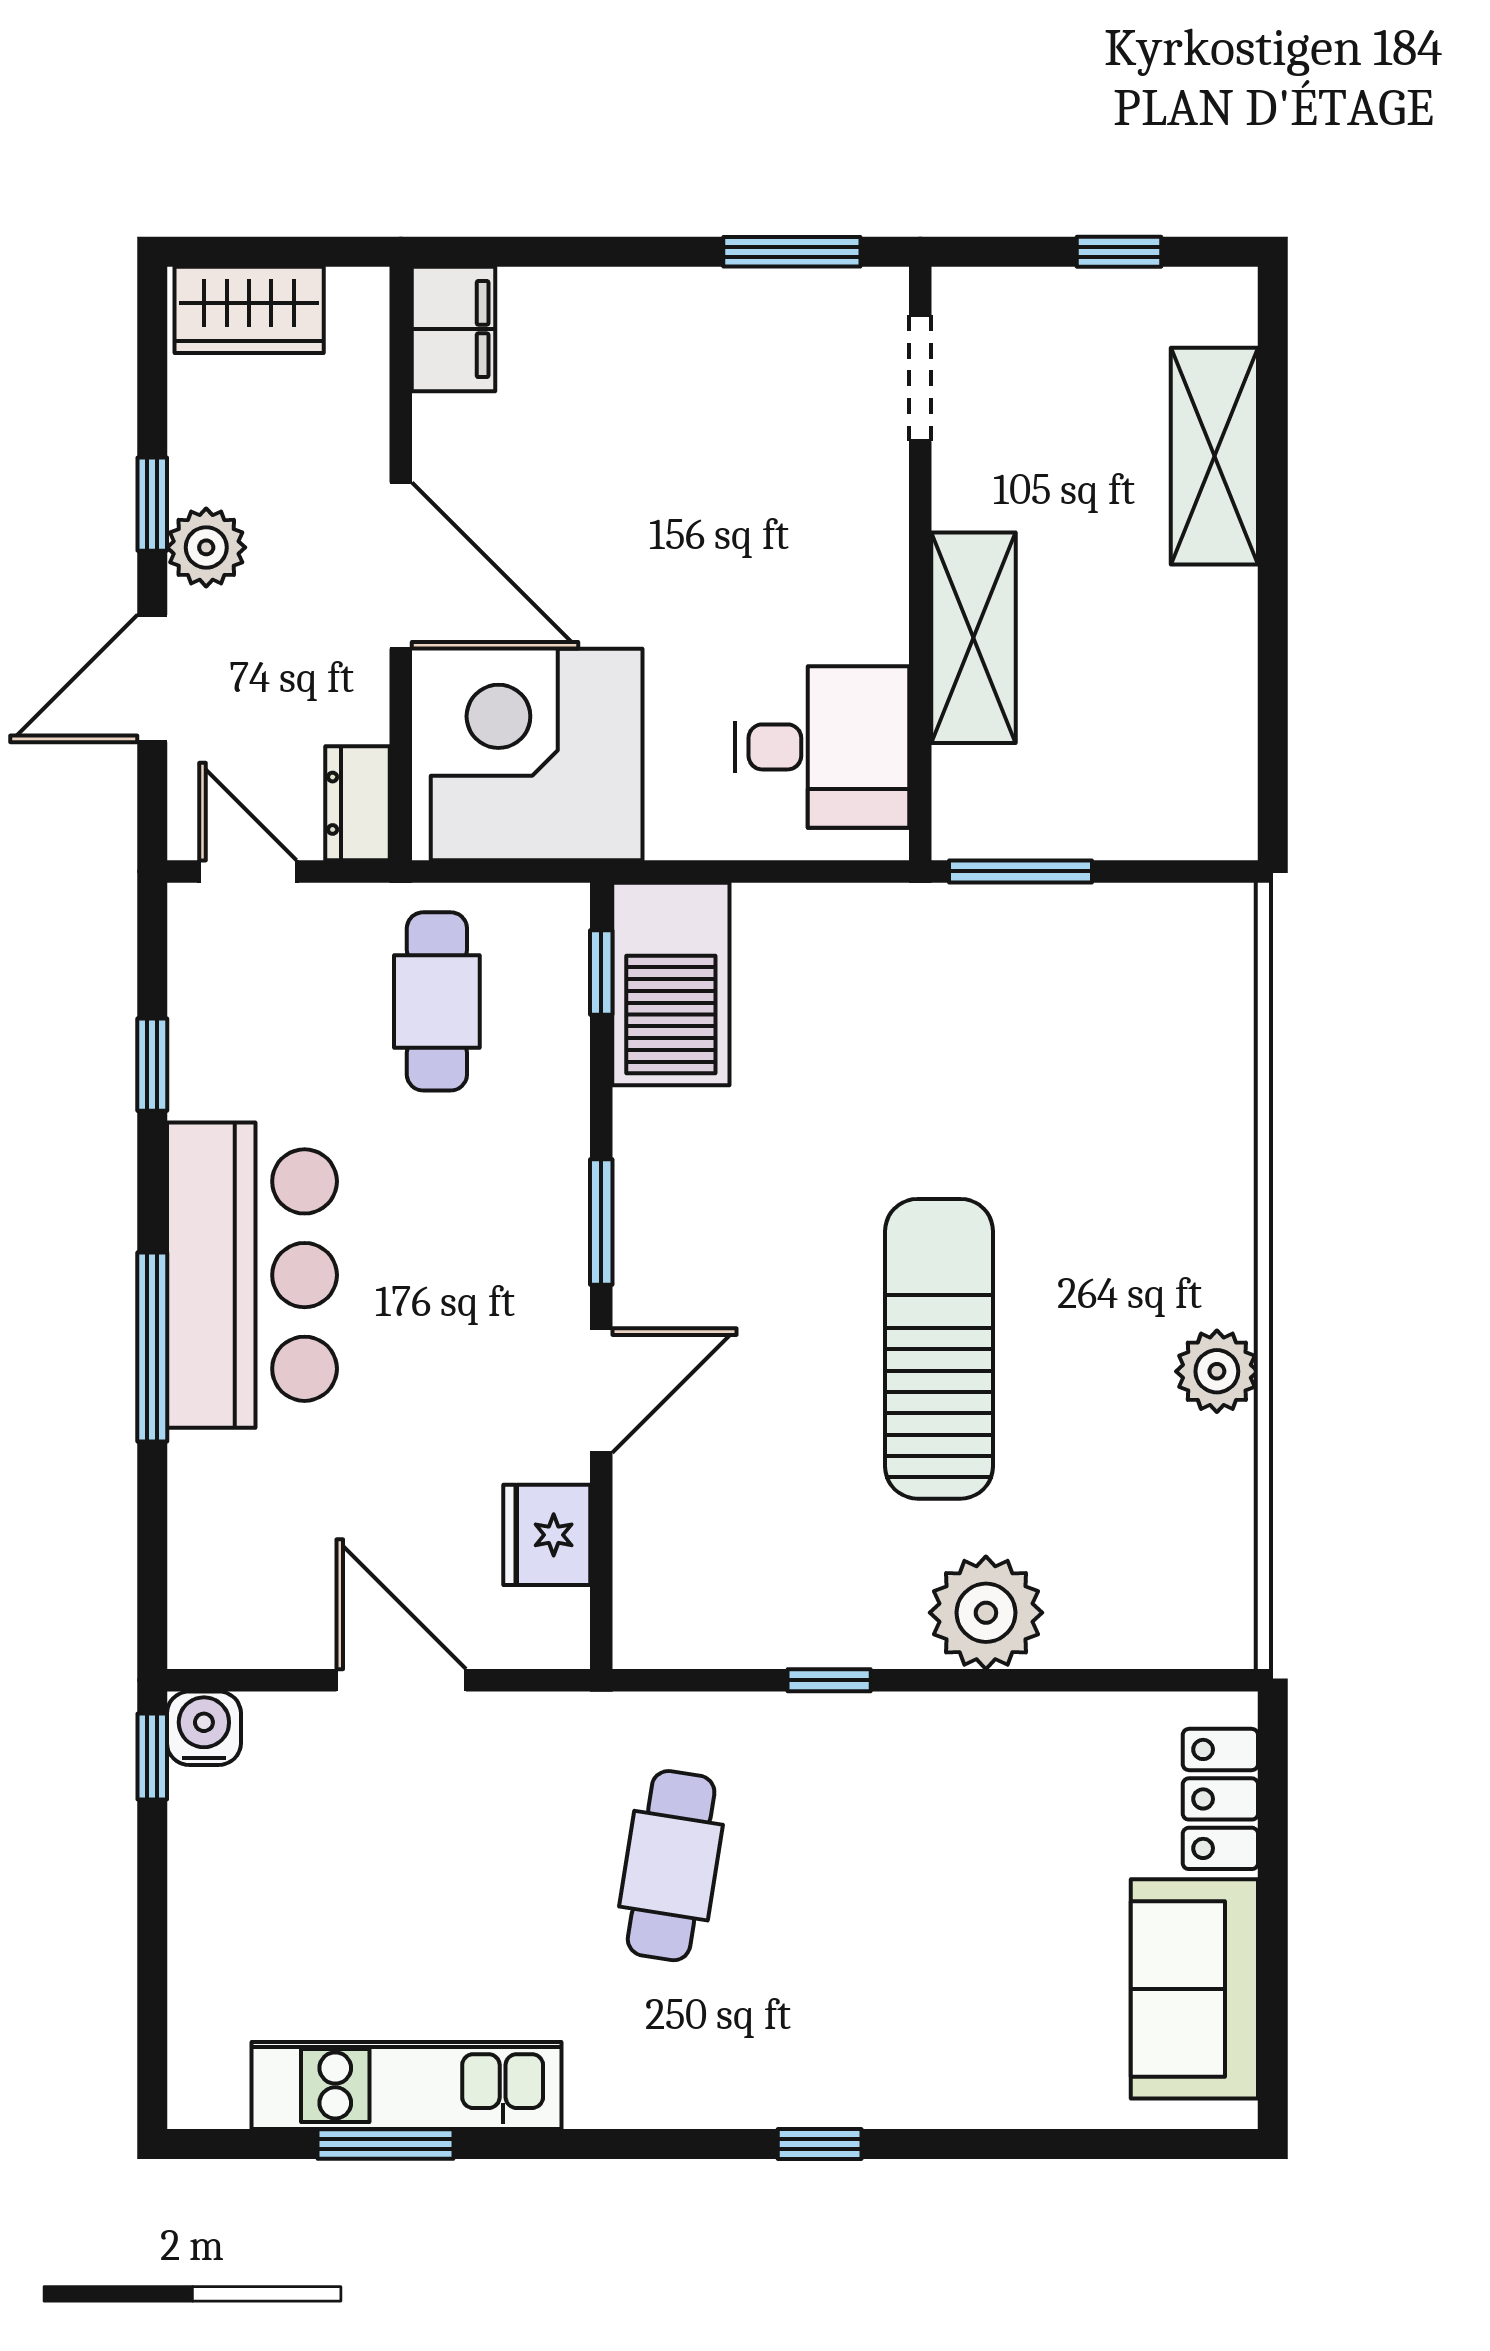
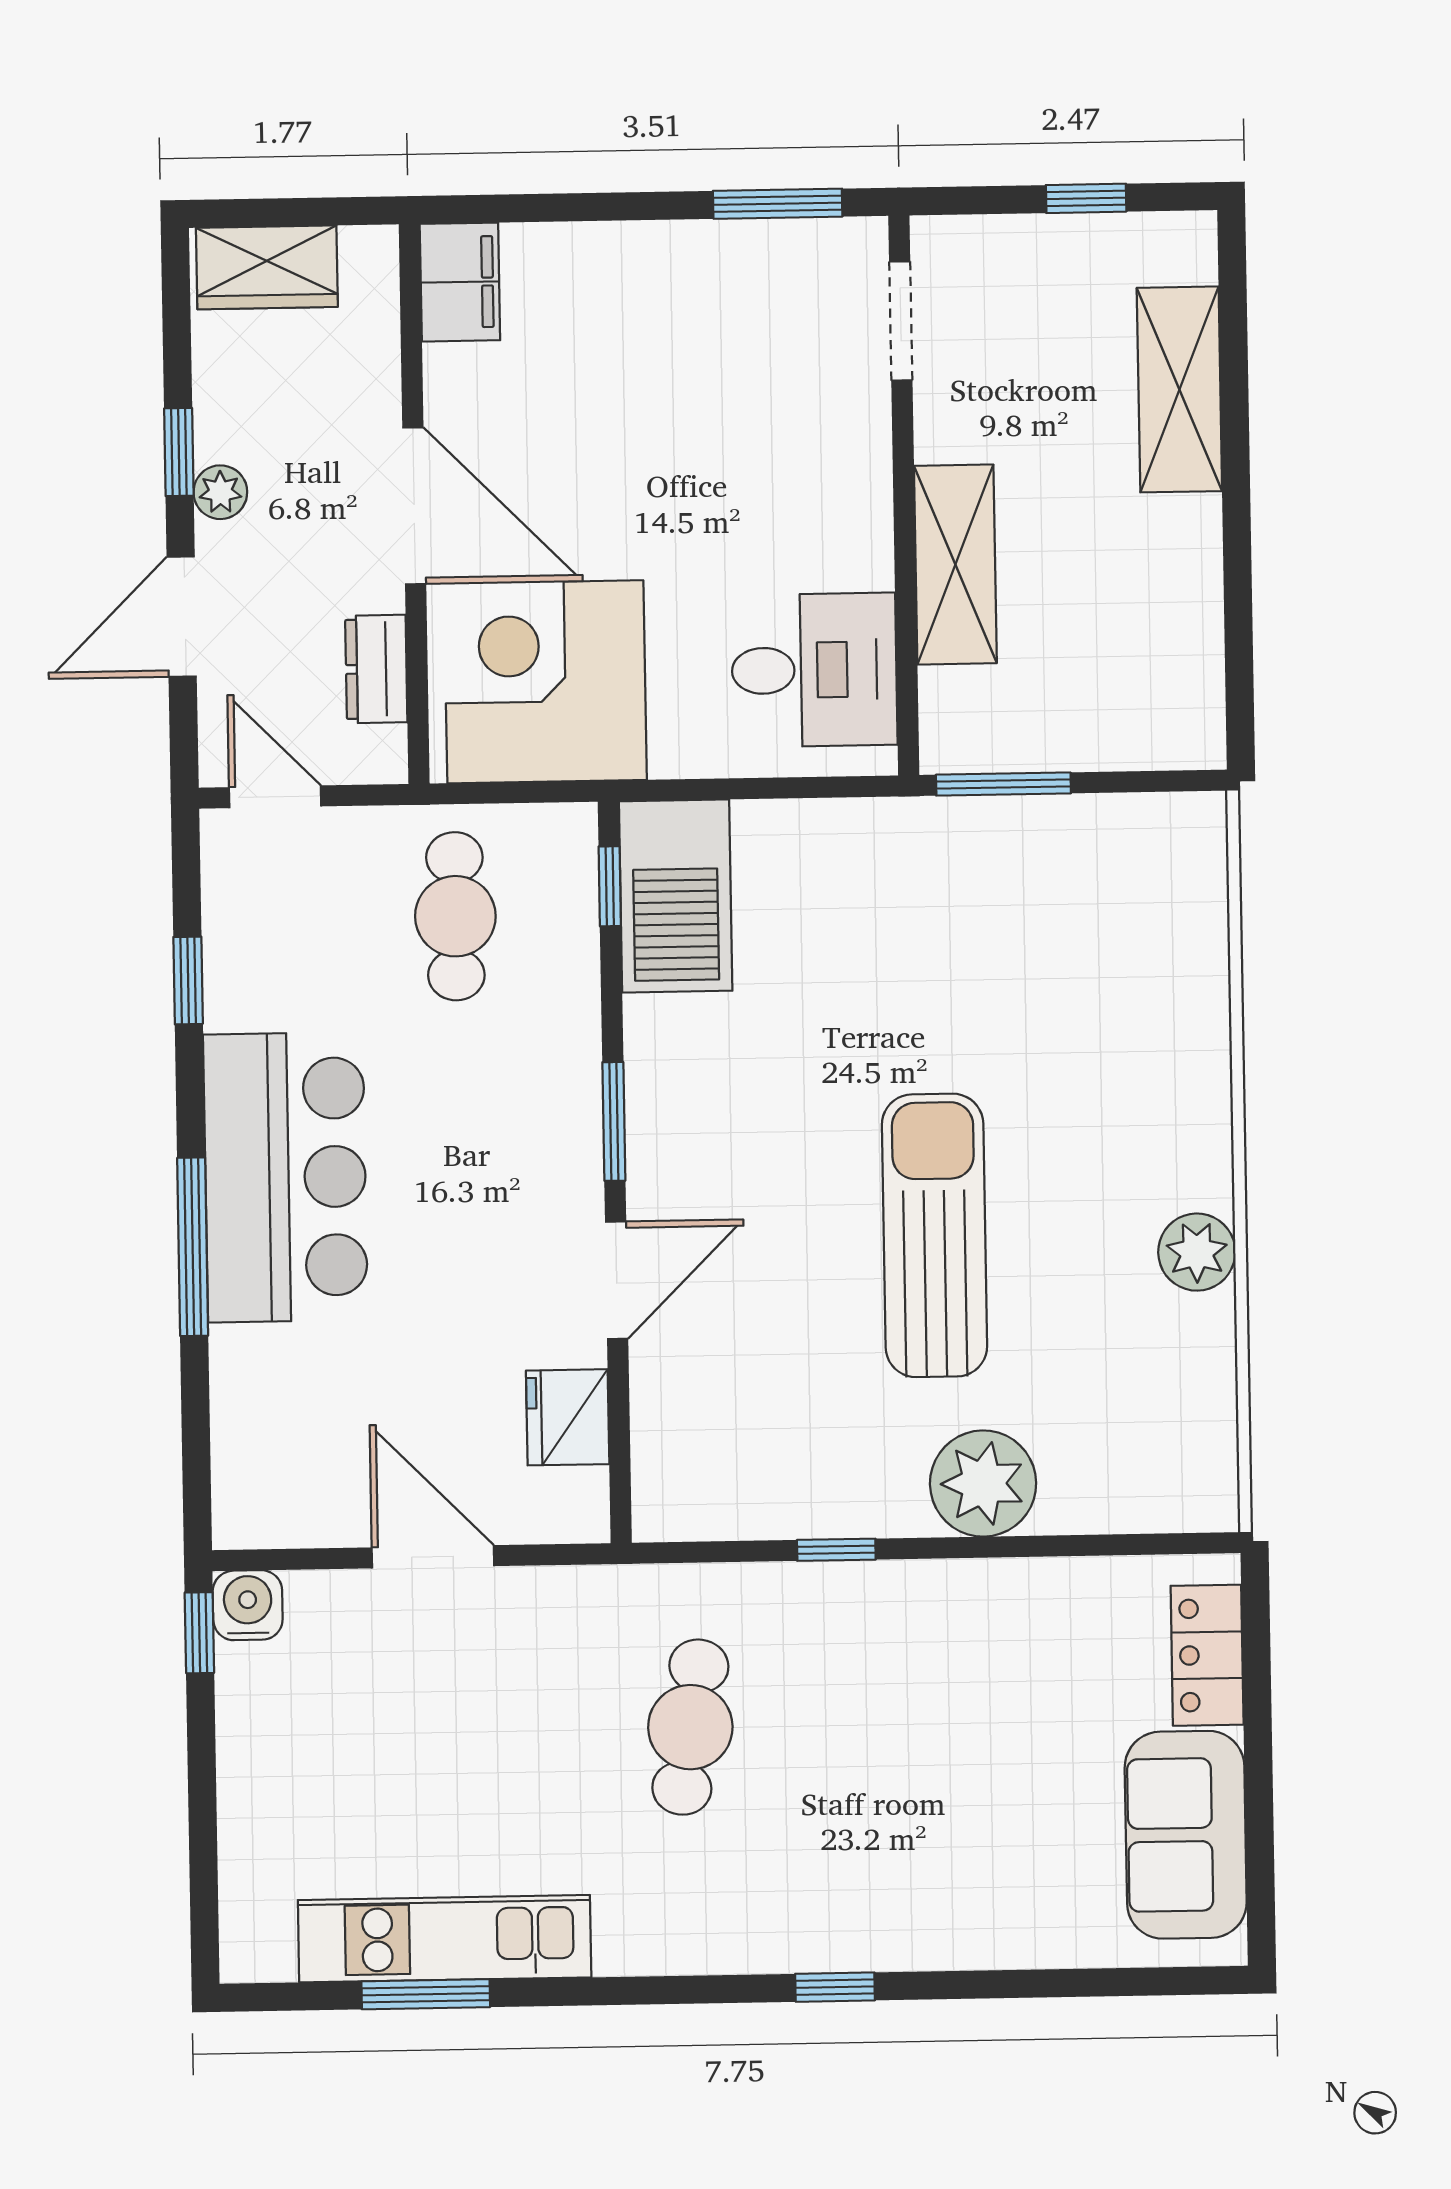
plant: (206, 547) -> (220, 492), width x0.73, depth x0.73
dresser: (358, 803) -> (376, 669), moved

